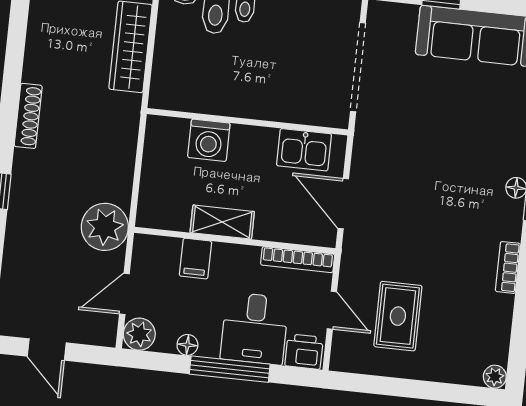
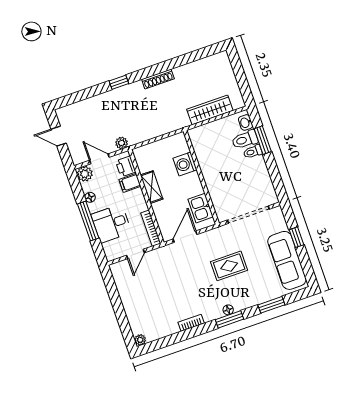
plant: (105, 227) -> (122, 143), width x0.53, depth x0.53
rug: (398, 316) -> (229, 266), moved
door: (47, 350) -> (59, 136), hinge flipped
printer: (304, 352) -> (126, 166), moved, turned 180

